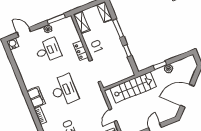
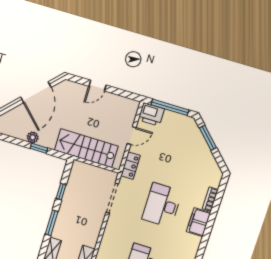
locker: (81, 51) -> (130, 166), moved
door: (187, 96) -> (36, 92), hinge flipped

